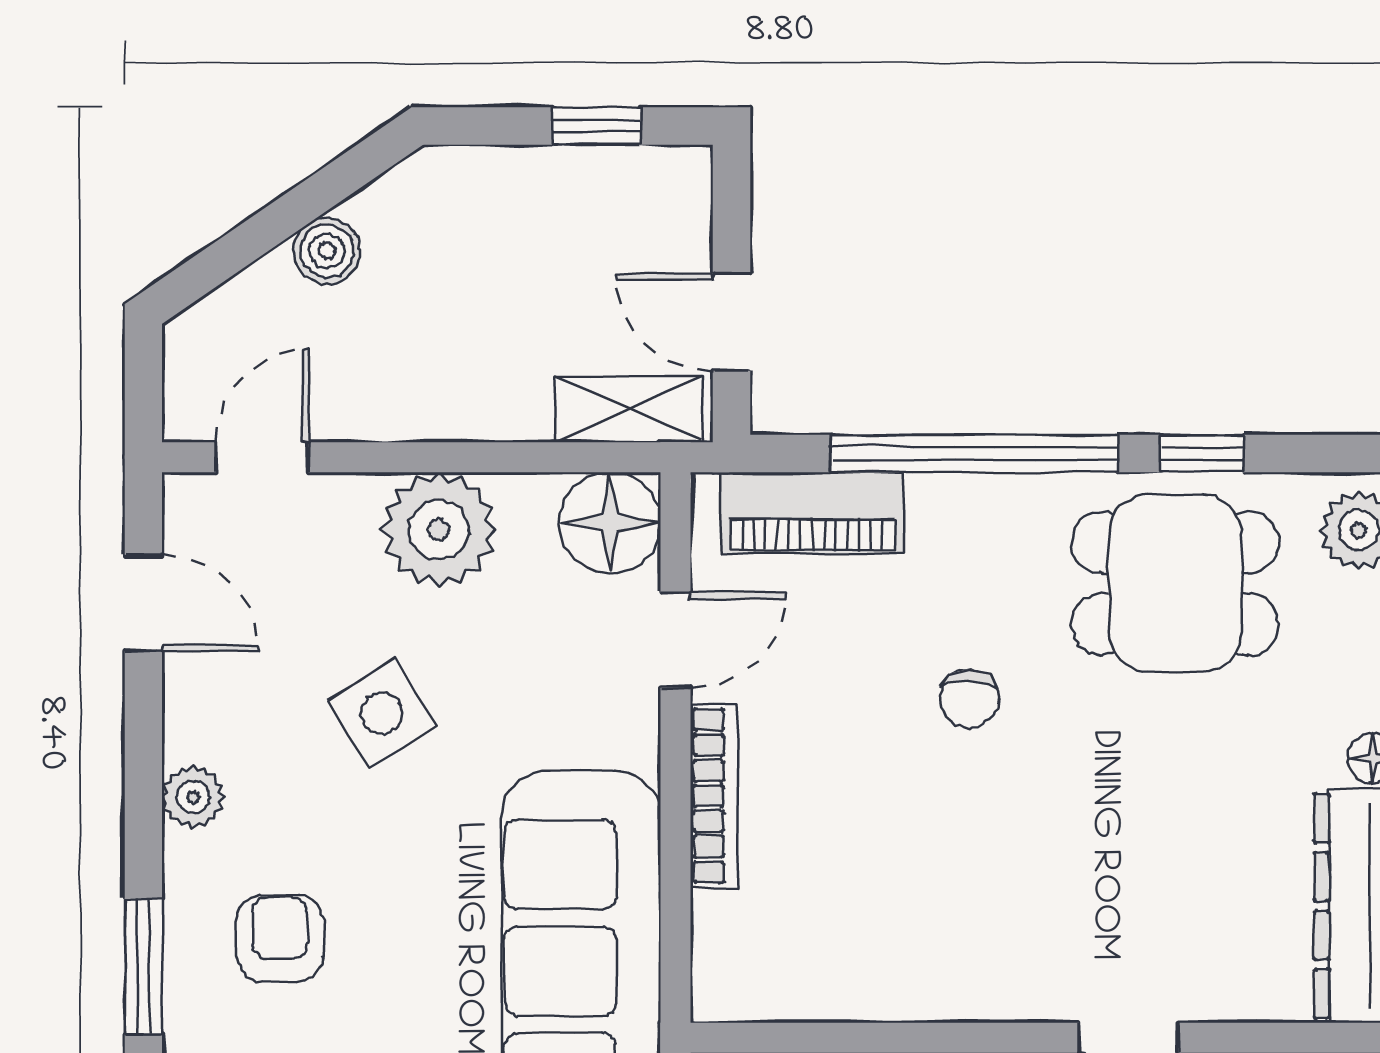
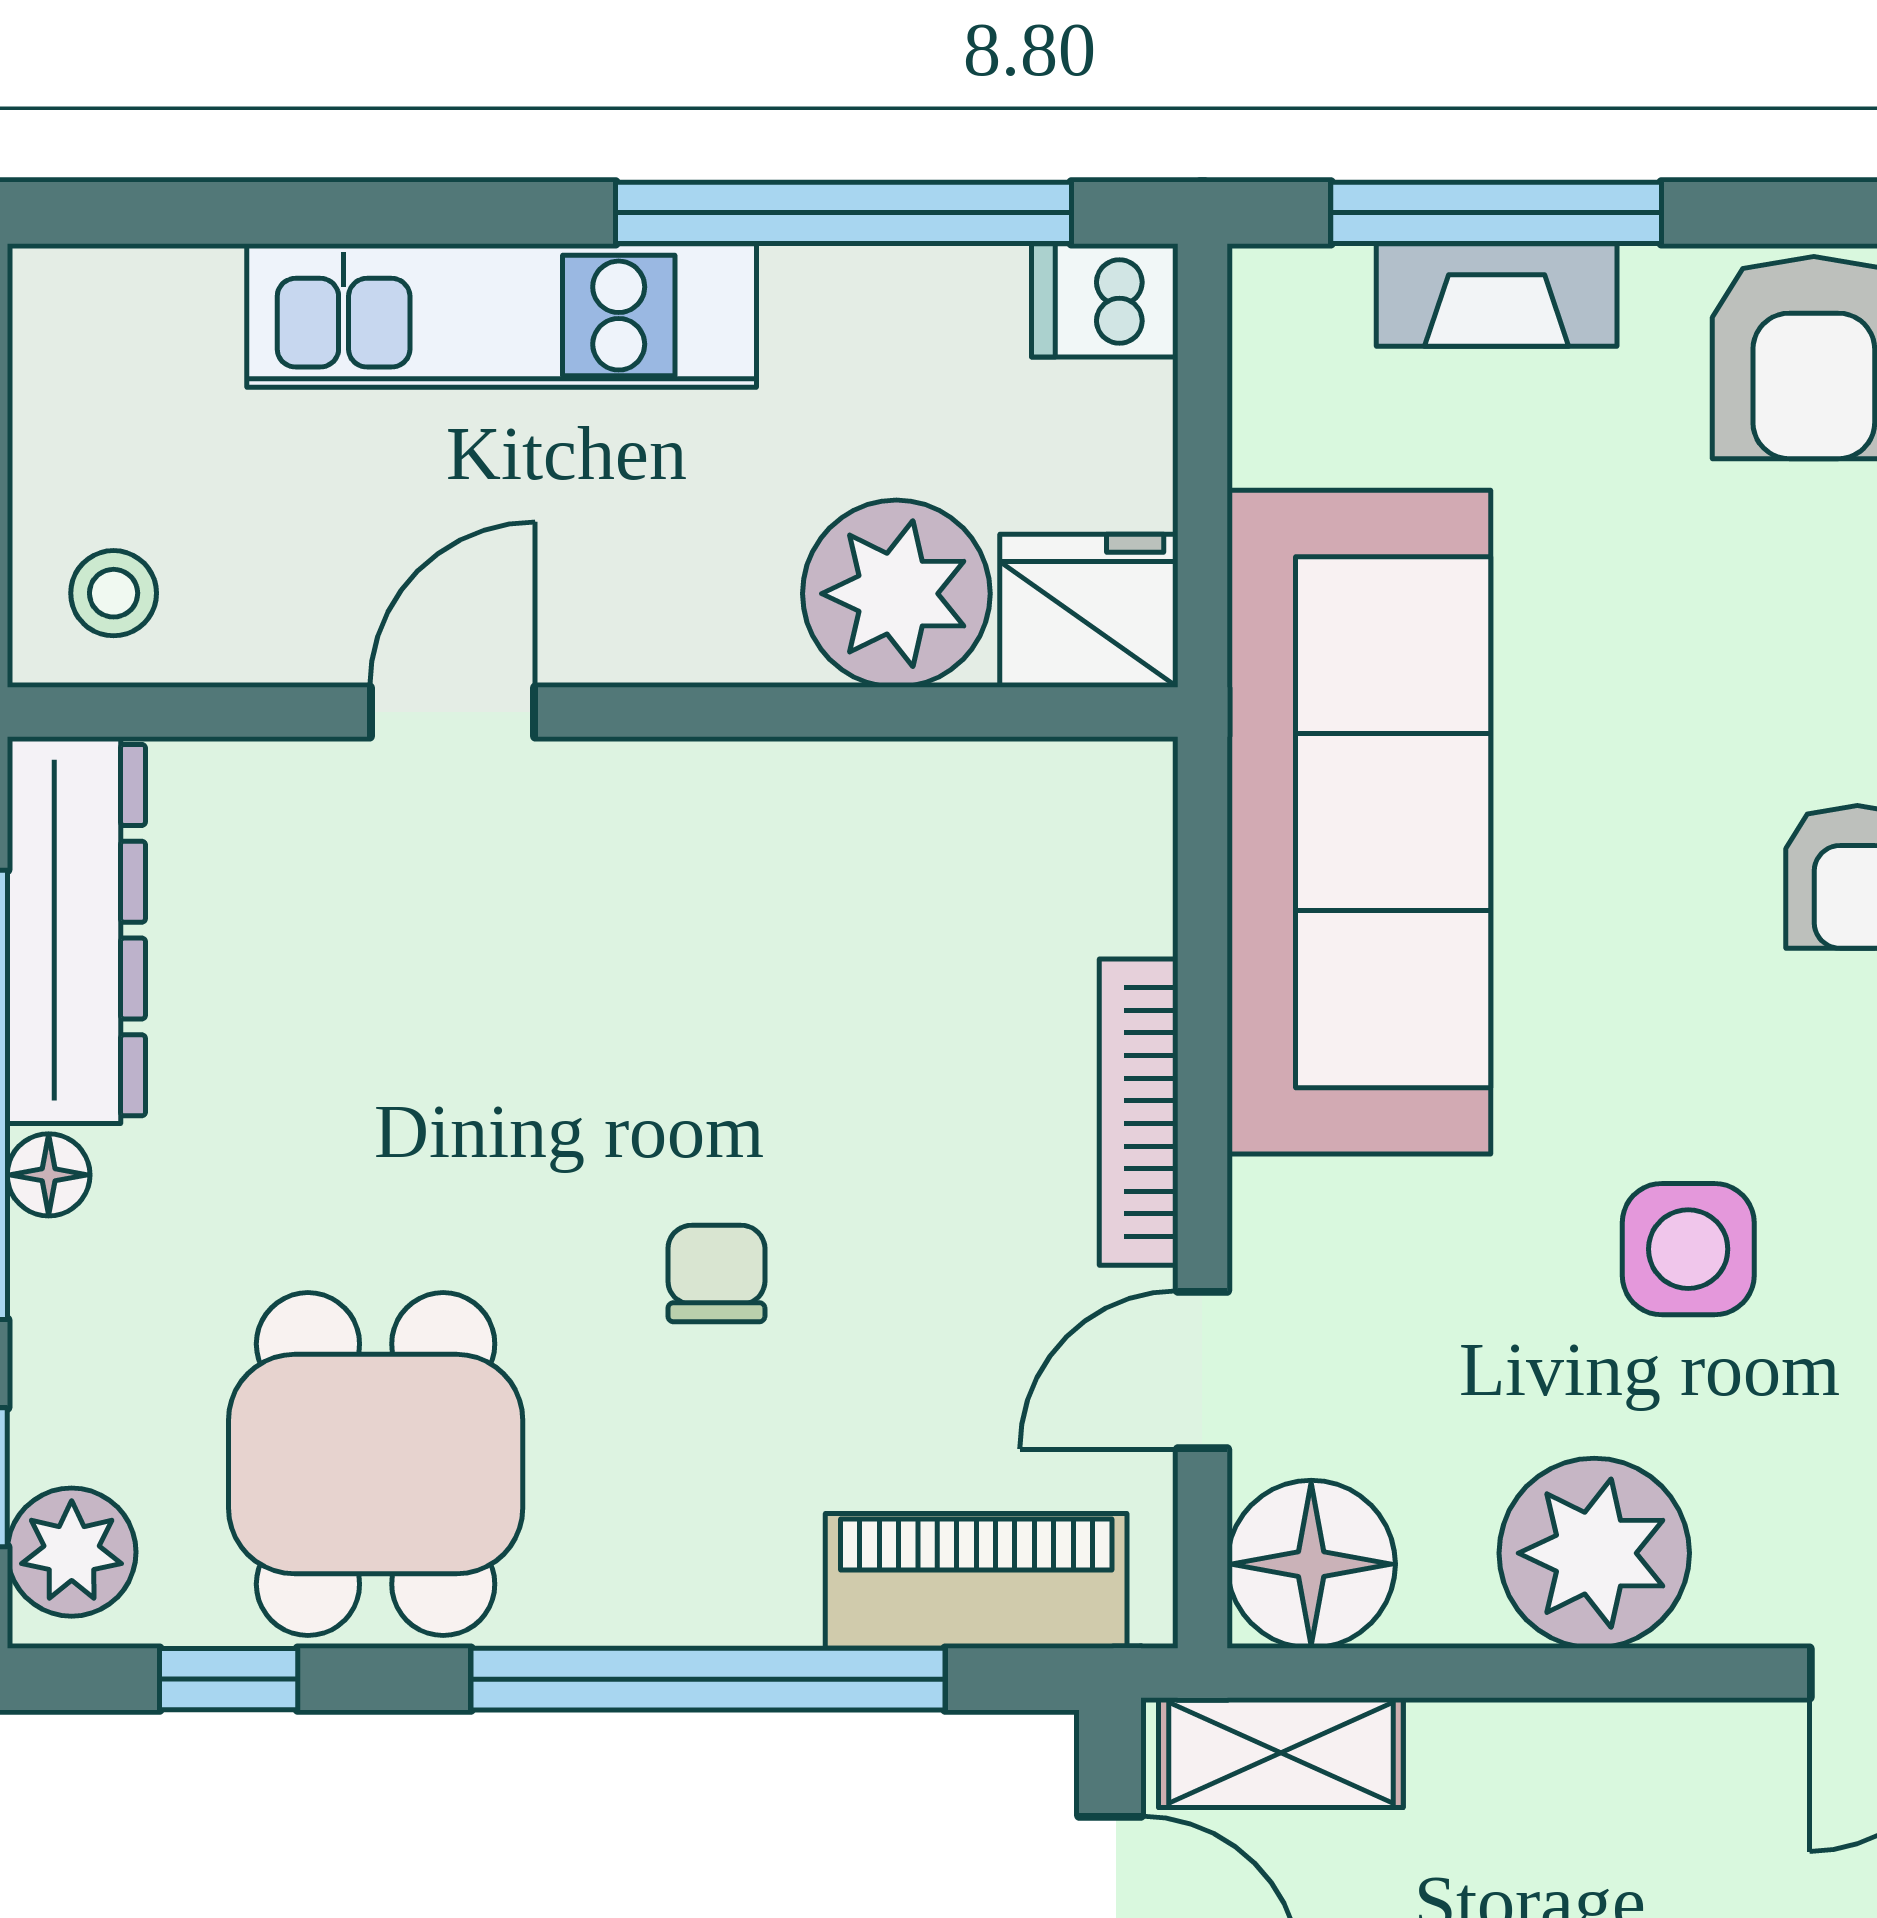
window: (1203, 453) -> (229, 1679), moved
dining table: (1175, 583) -> (376, 1464), turned 90
side table: (382, 713) -> (1688, 1249), turned 32

